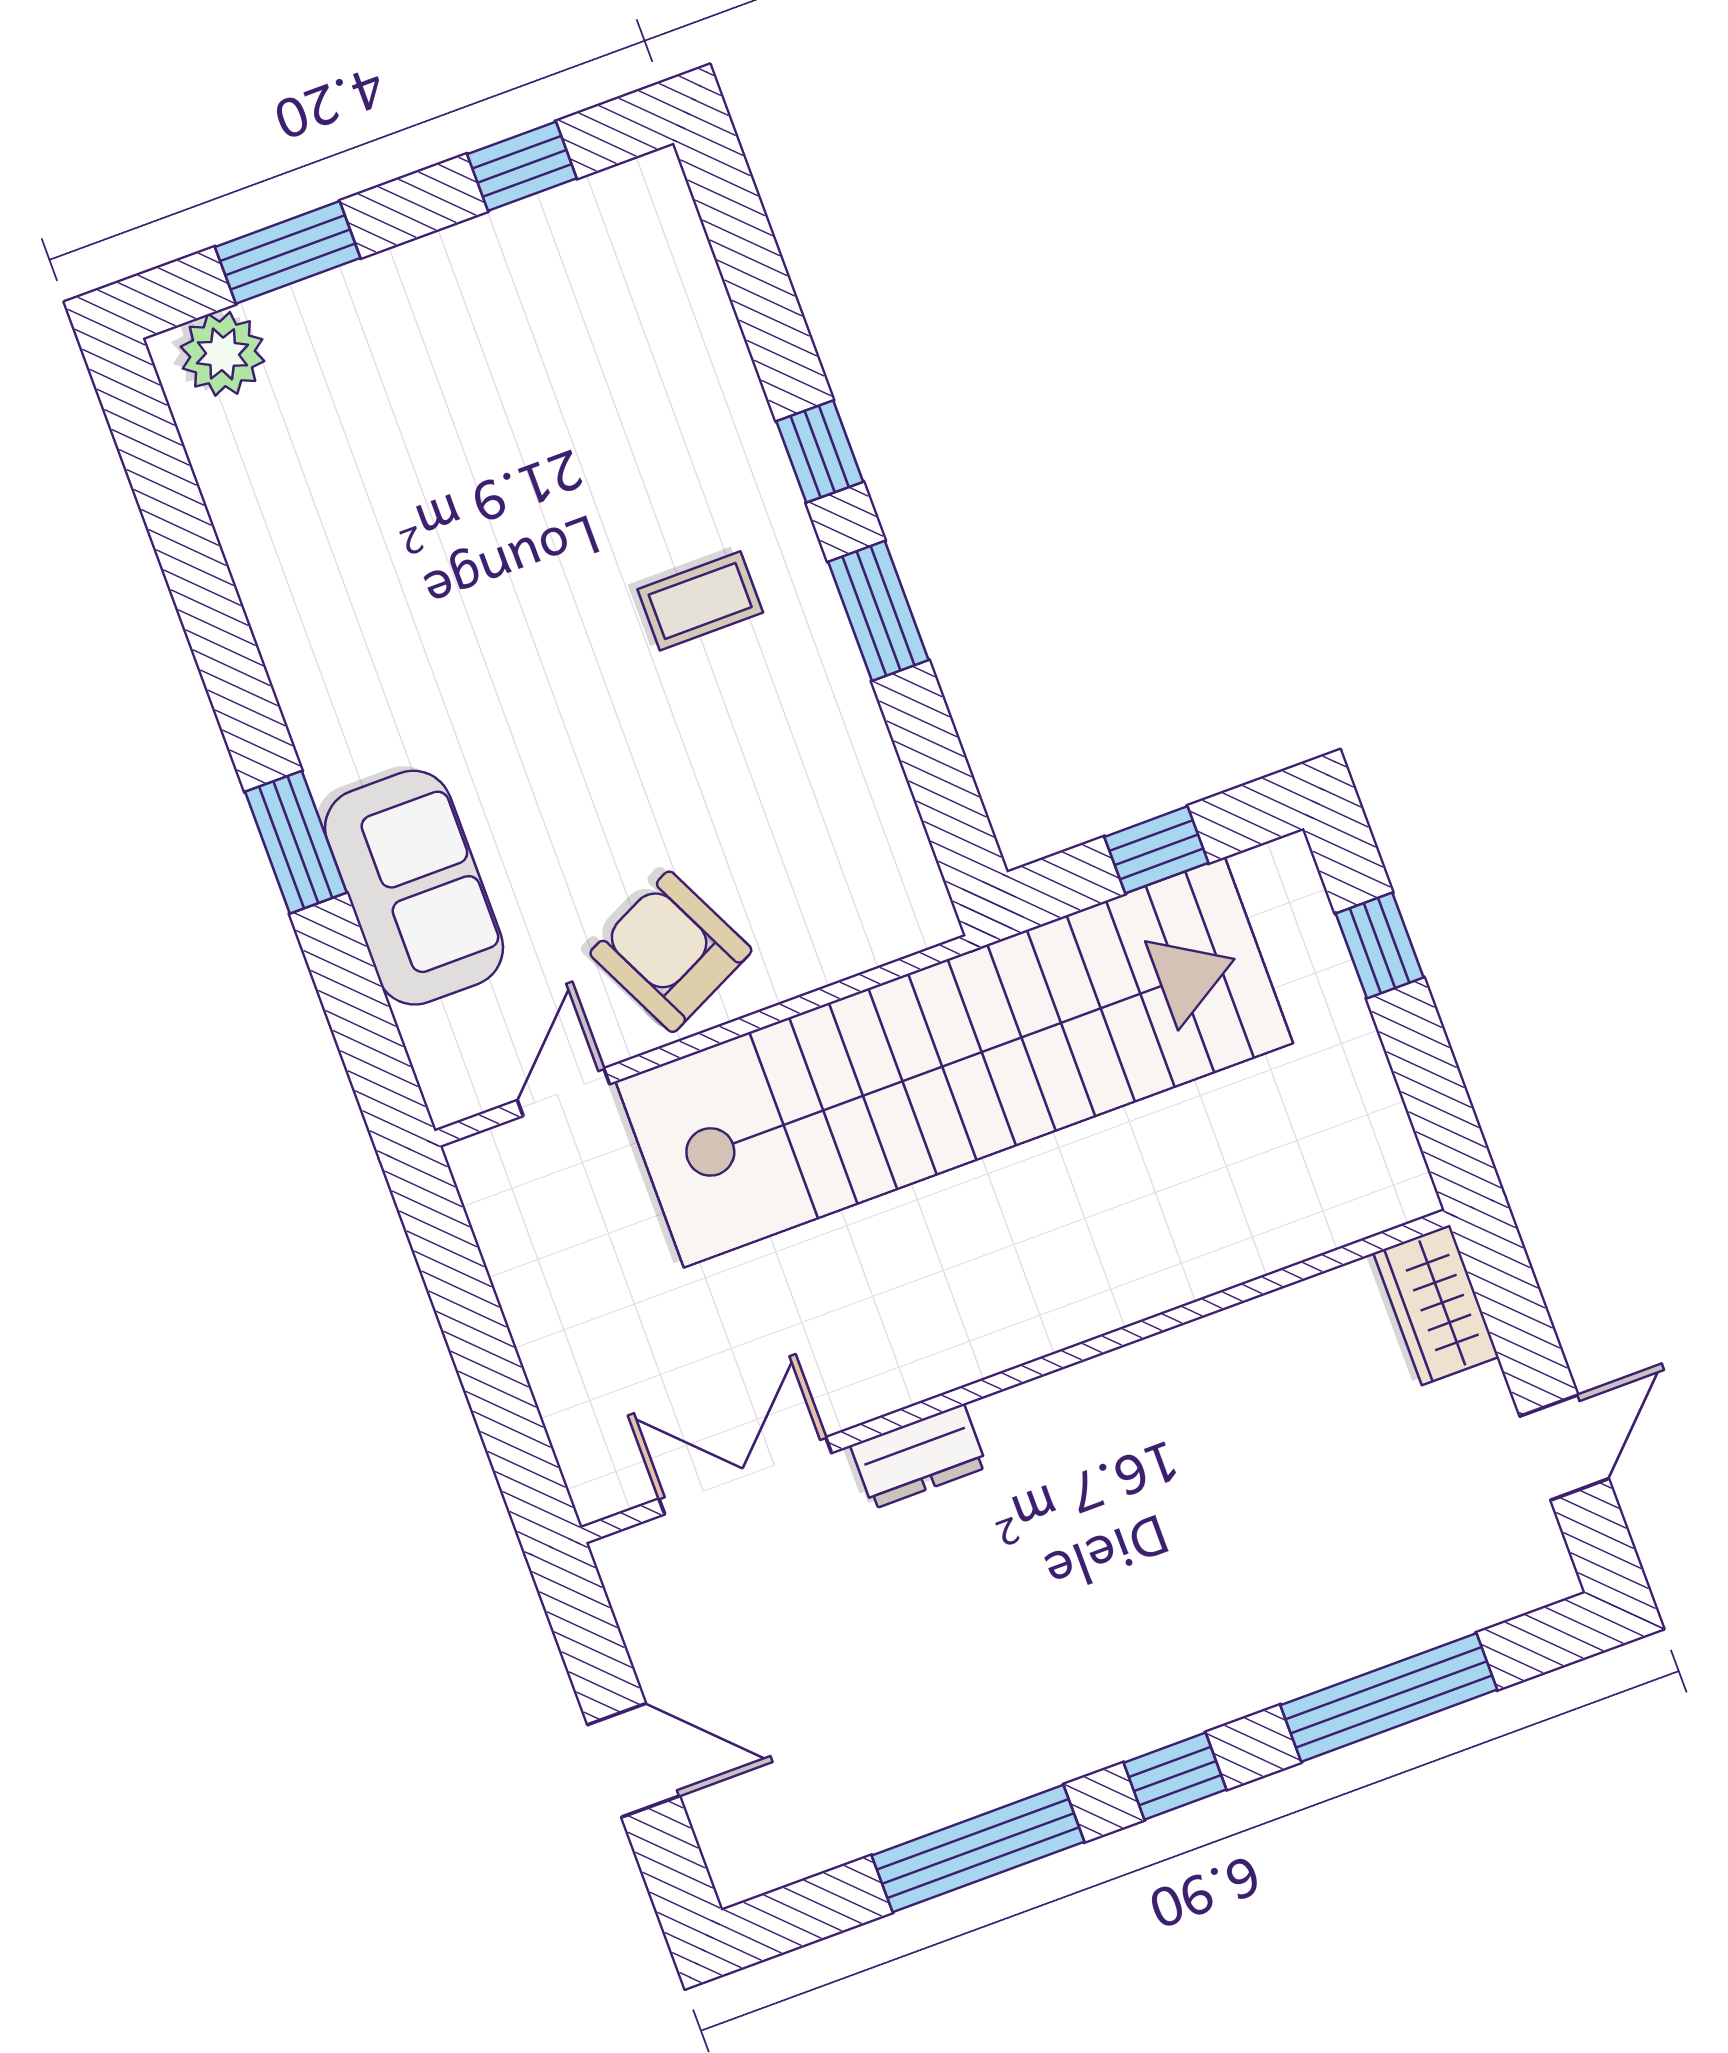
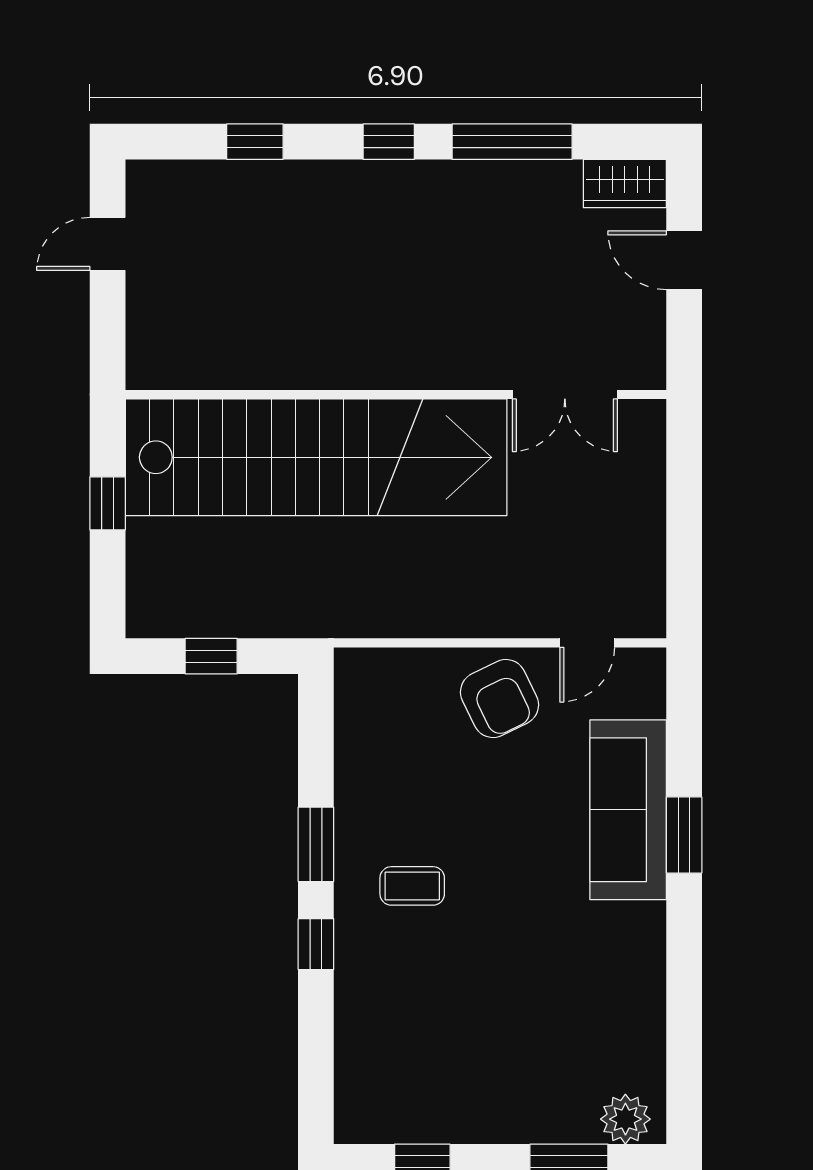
sofa: (414, 888) -> (628, 810), width x1.36
window: (1380, 945) -> (108, 503), moved
stairs: (954, 1062) -> (316, 457), moved, turned 180
wardrobe: (1436, 1305) -> (625, 184), moved, turned 90
dresser: (919, 1456) -> (465, 370), removed
window: (1389, 1697) -> (255, 142), width x0.46

